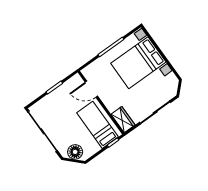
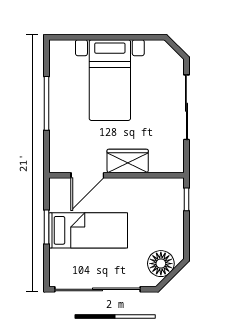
bed with nightstands: (138, 63) -> (110, 80), width x0.73
wardrobe: (123, 120) -> (128, 161), moved
bed: (97, 125) -> (88, 230), moved, turned 180

